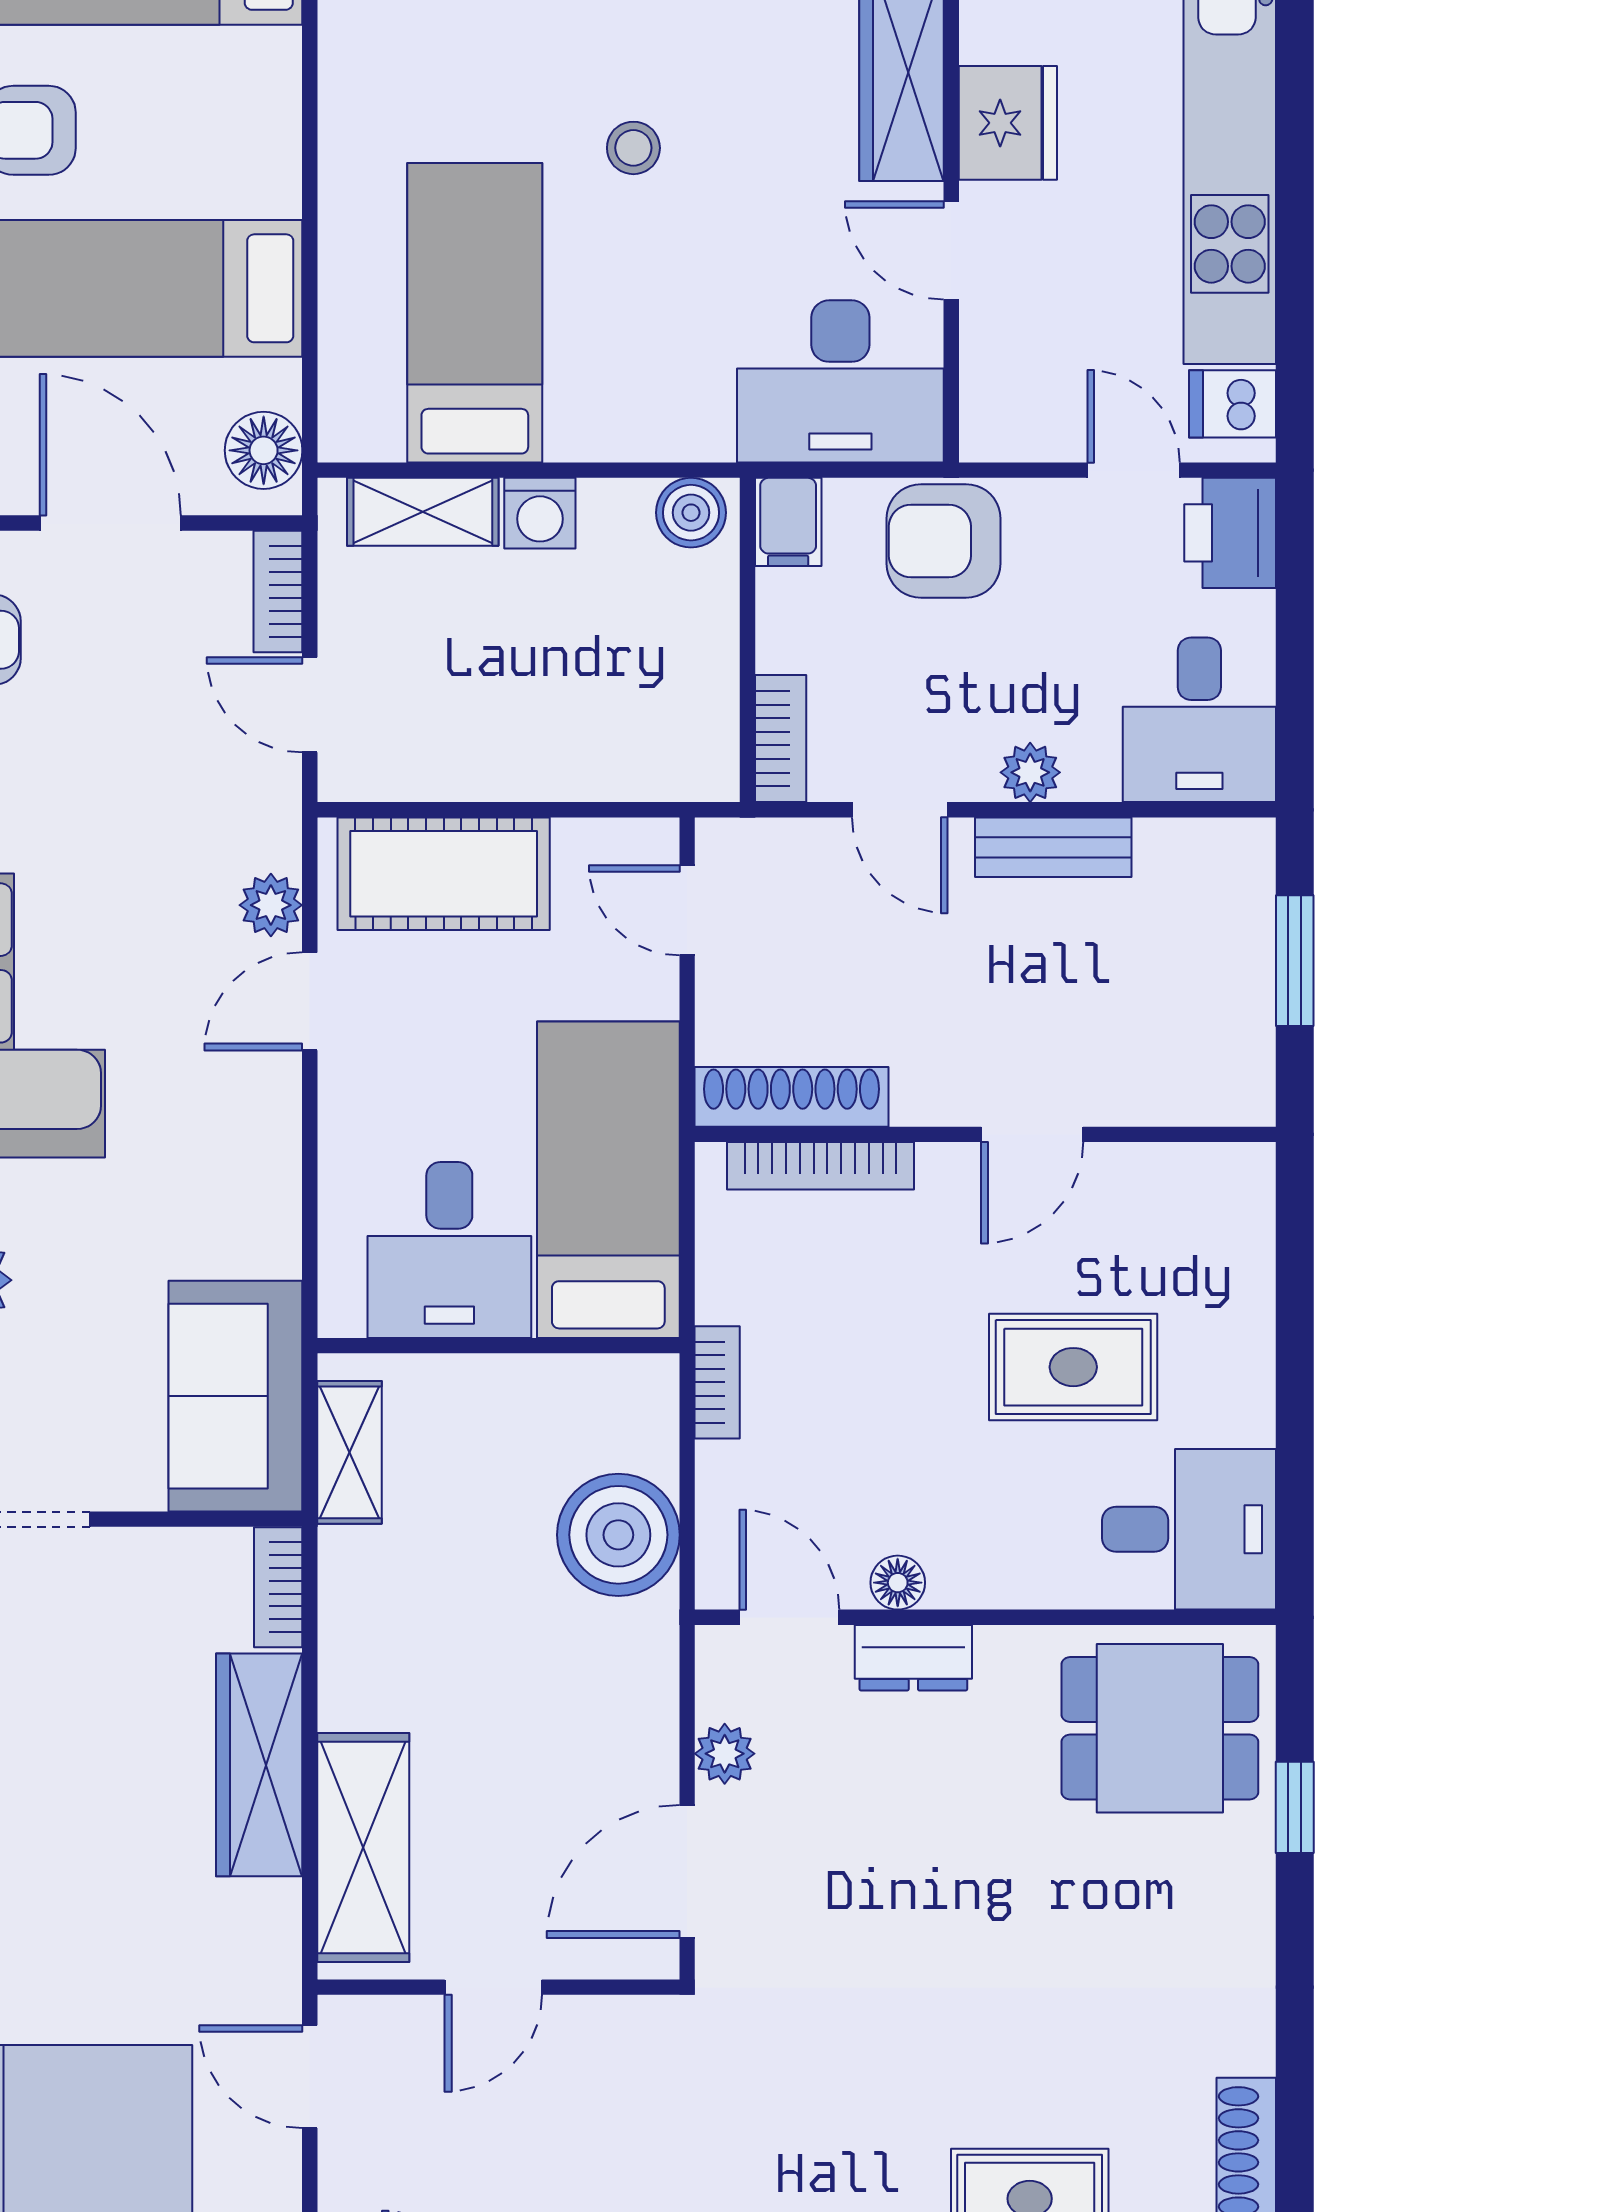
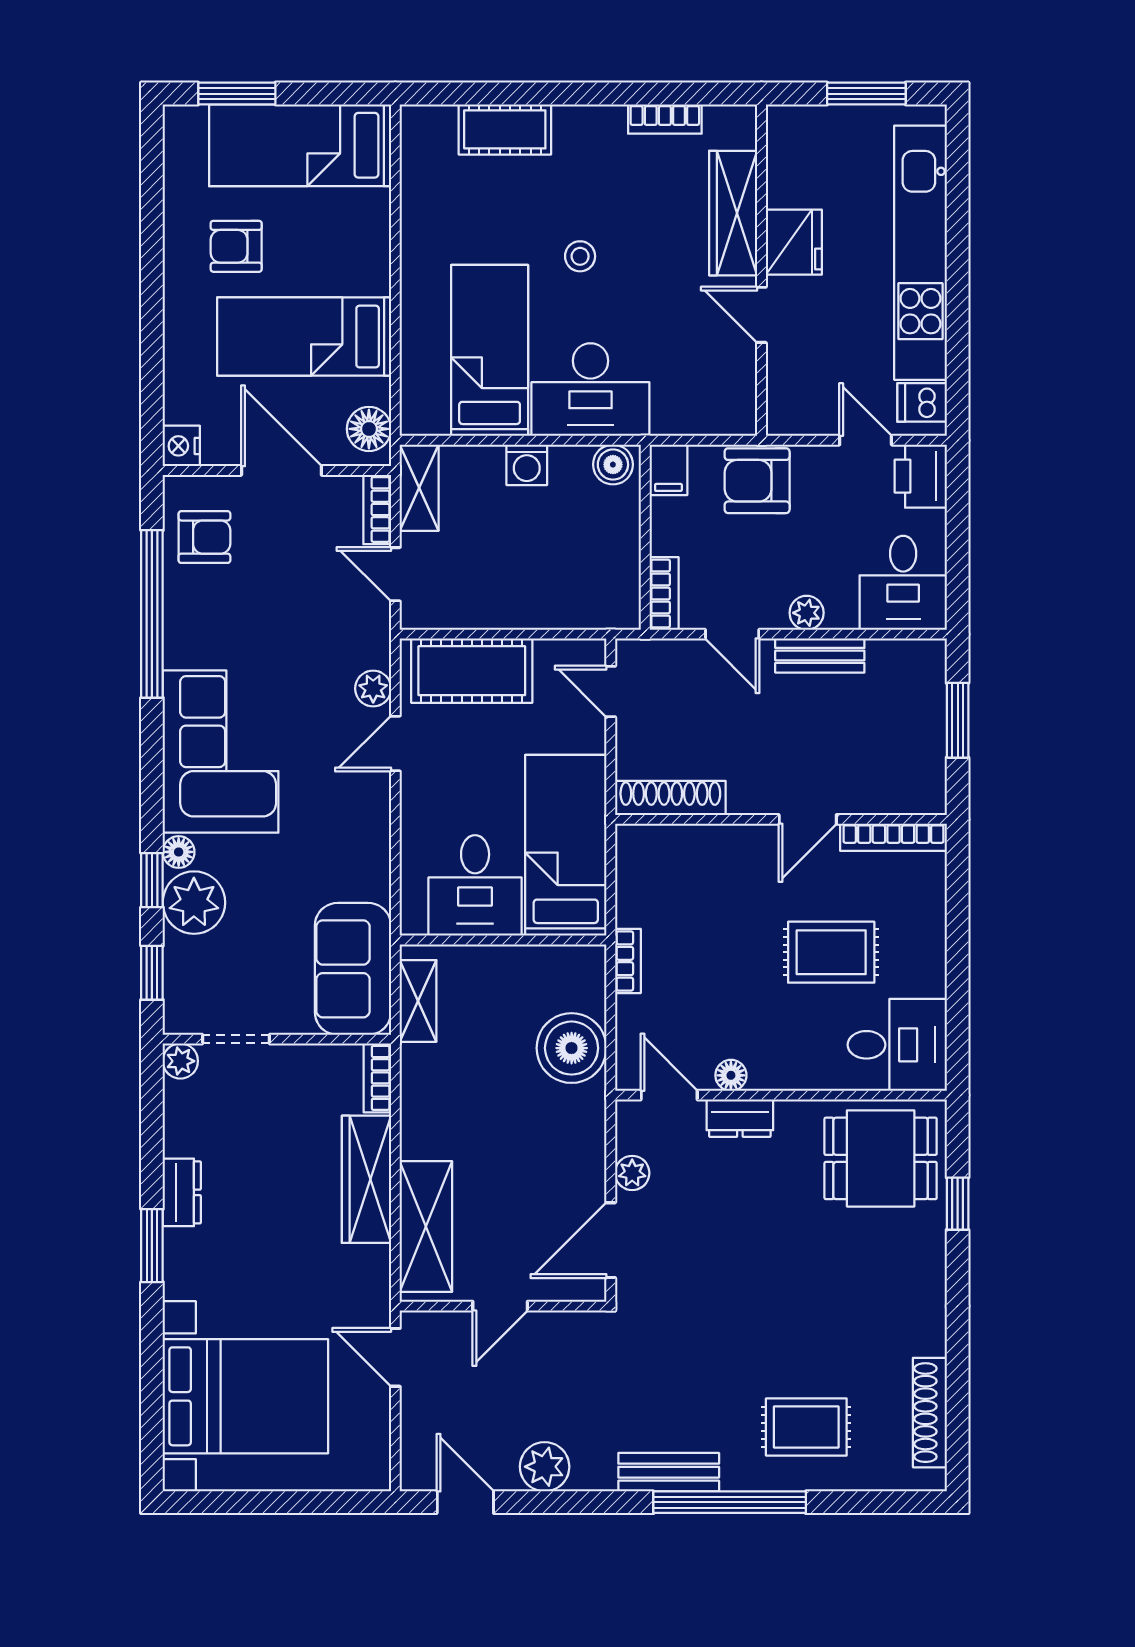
desk: (840, 381) -> (590, 390), moved
shelving: (423, 512) -> (419, 488), moved, turned 90
bookcase: (820, 1166) -> (893, 837), moved

